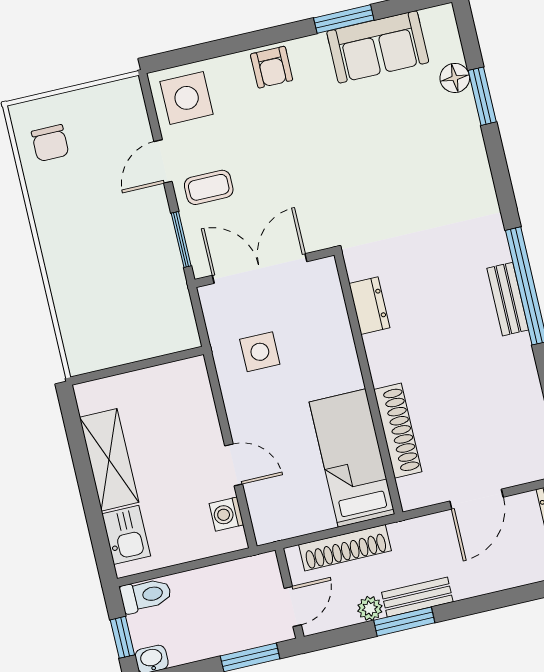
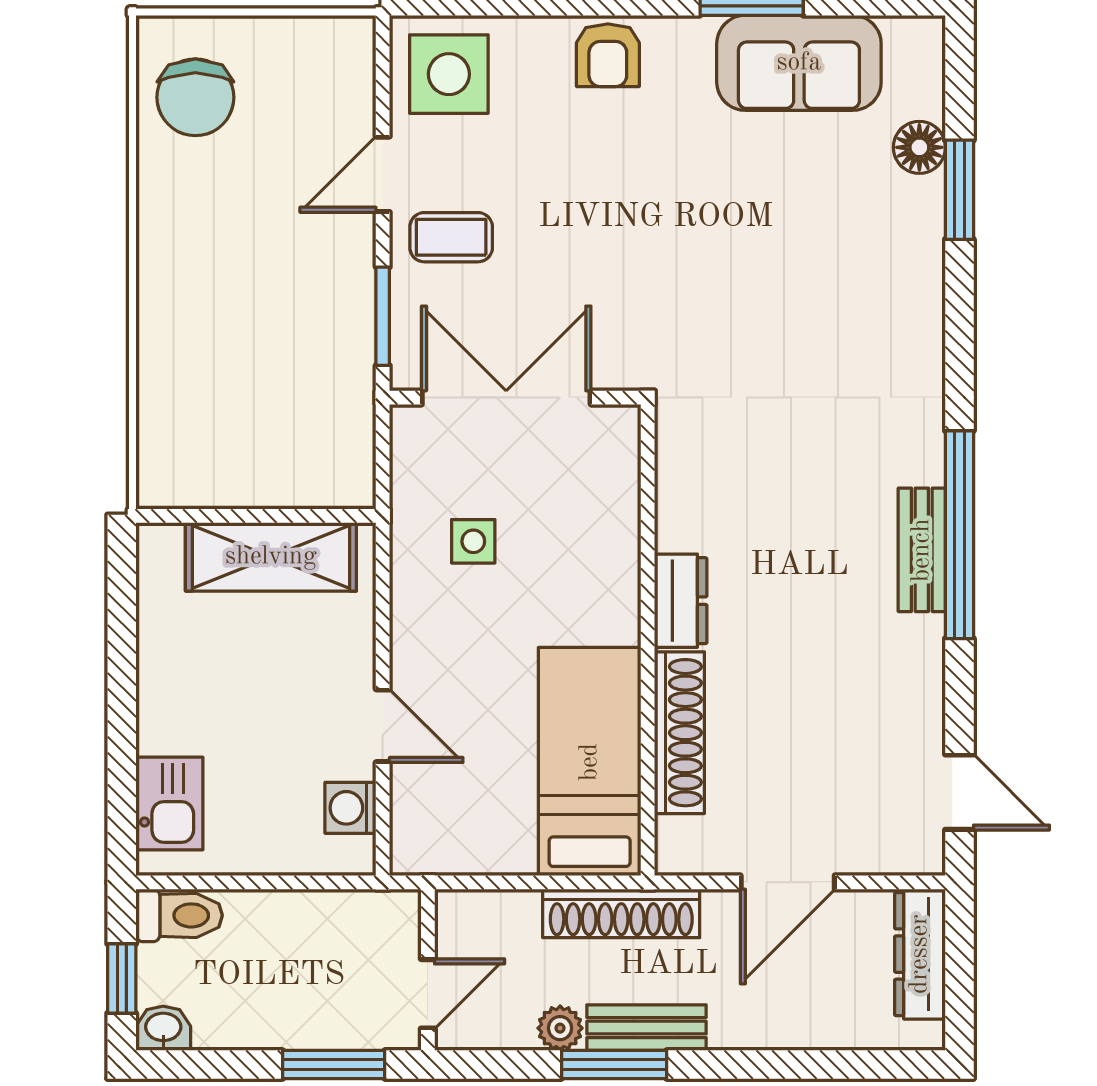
chair: (50, 143) -> (195, 97), width x1.37, depth x1.37
dresser: (369, 306) -> (681, 601), moved
side table: (260, 352) -> (473, 541), width x0.73, depth x0.73
shelving: (109, 460) -> (271, 557), moved, turned 90
shoe rack: (345, 548) -> (621, 913), moved

